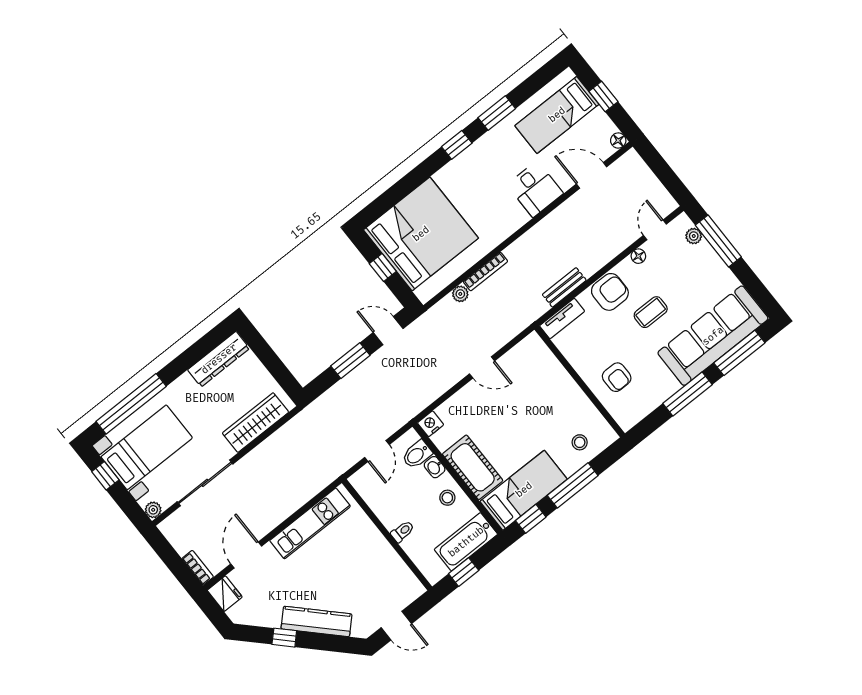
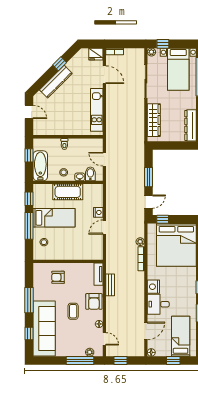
window: (668, 178) -> (121, 360), added
nightstand: (514, 218) -> (153, 287), added
window: (383, 267) -> (163, 219), moved
window: (739, 353) -> (29, 334), width x0.46
nightstand: (431, 424) -> (98, 212), moved
window: (105, 476) -> (163, 44), moved
bed: (524, 490) -> (54, 218), moved, turned -90
door: (396, 626) -> (29, 112), swing flipped

